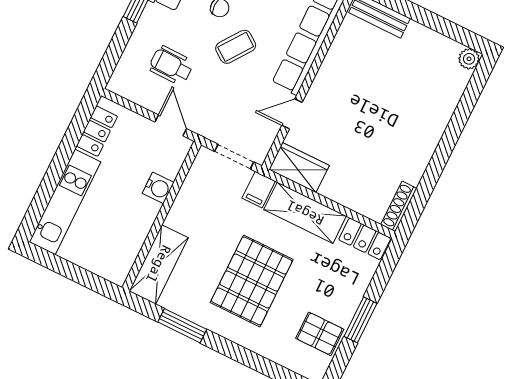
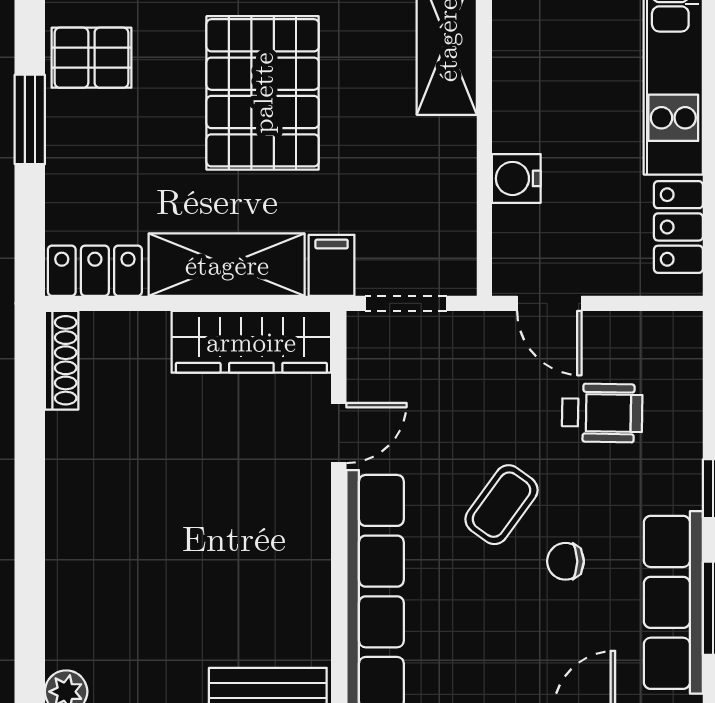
wardrobe: (299, 167) -> (251, 342), width x1.50

